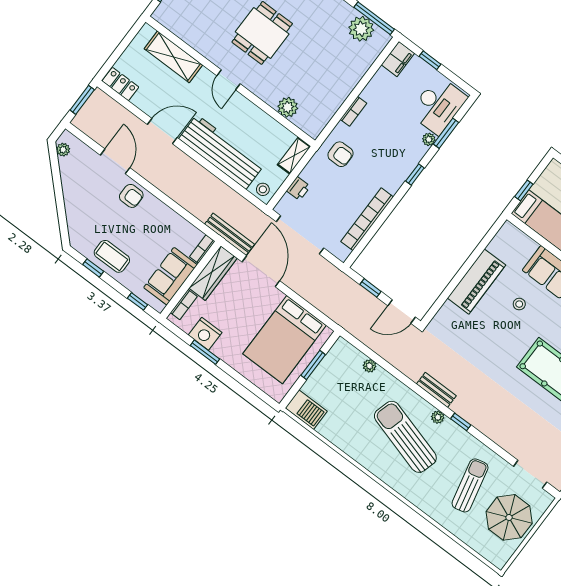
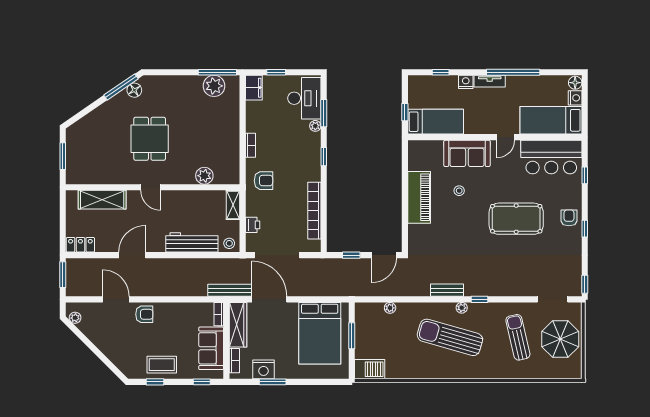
workbench: (221, 152) -> (192, 242), width x0.73, depth x0.76

